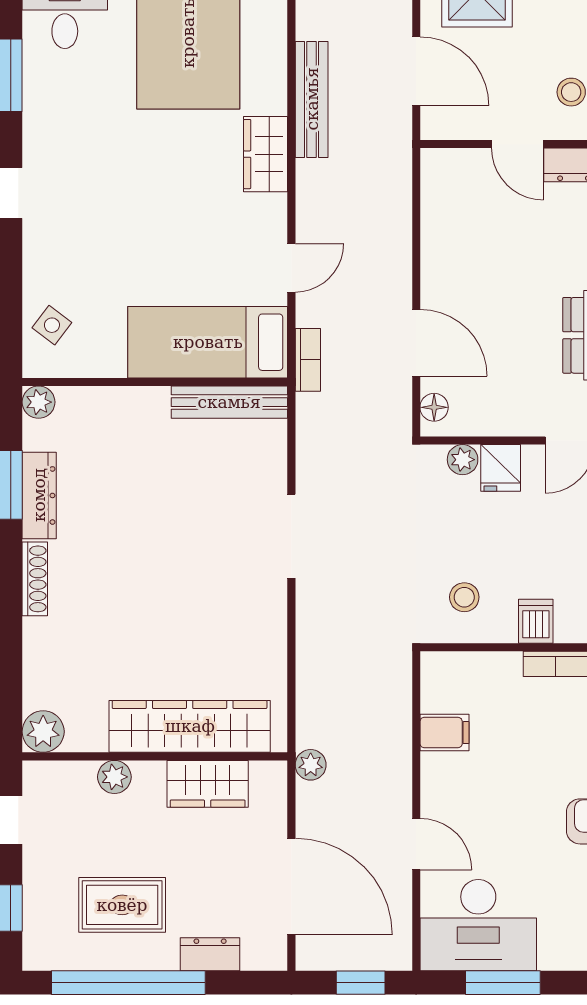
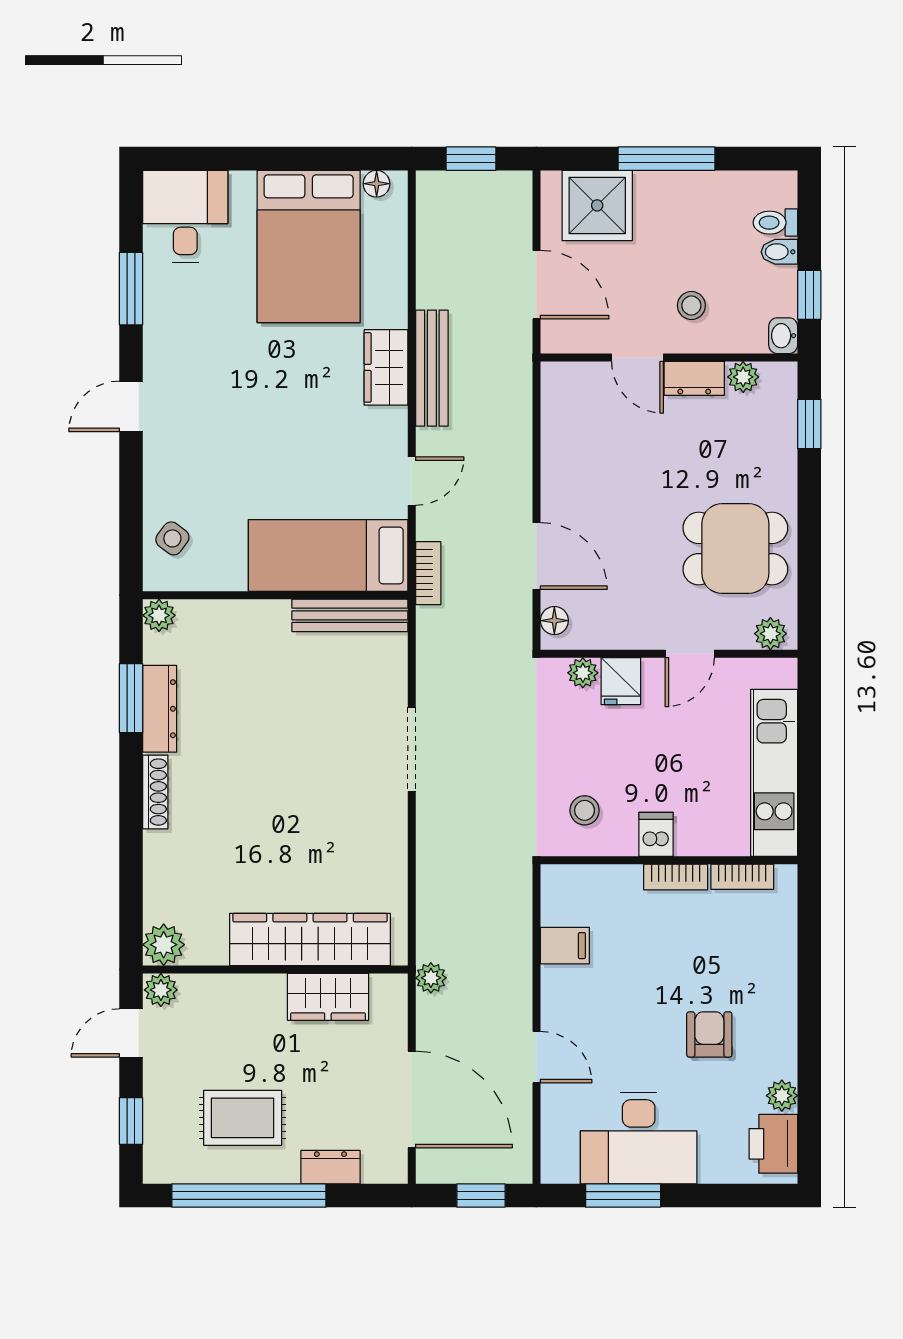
bench: (312, 99) -> (432, 368), moved
plant: (114, 777) -> (161, 990), moved
desk: (478, 925) -> (639, 1138), moved

